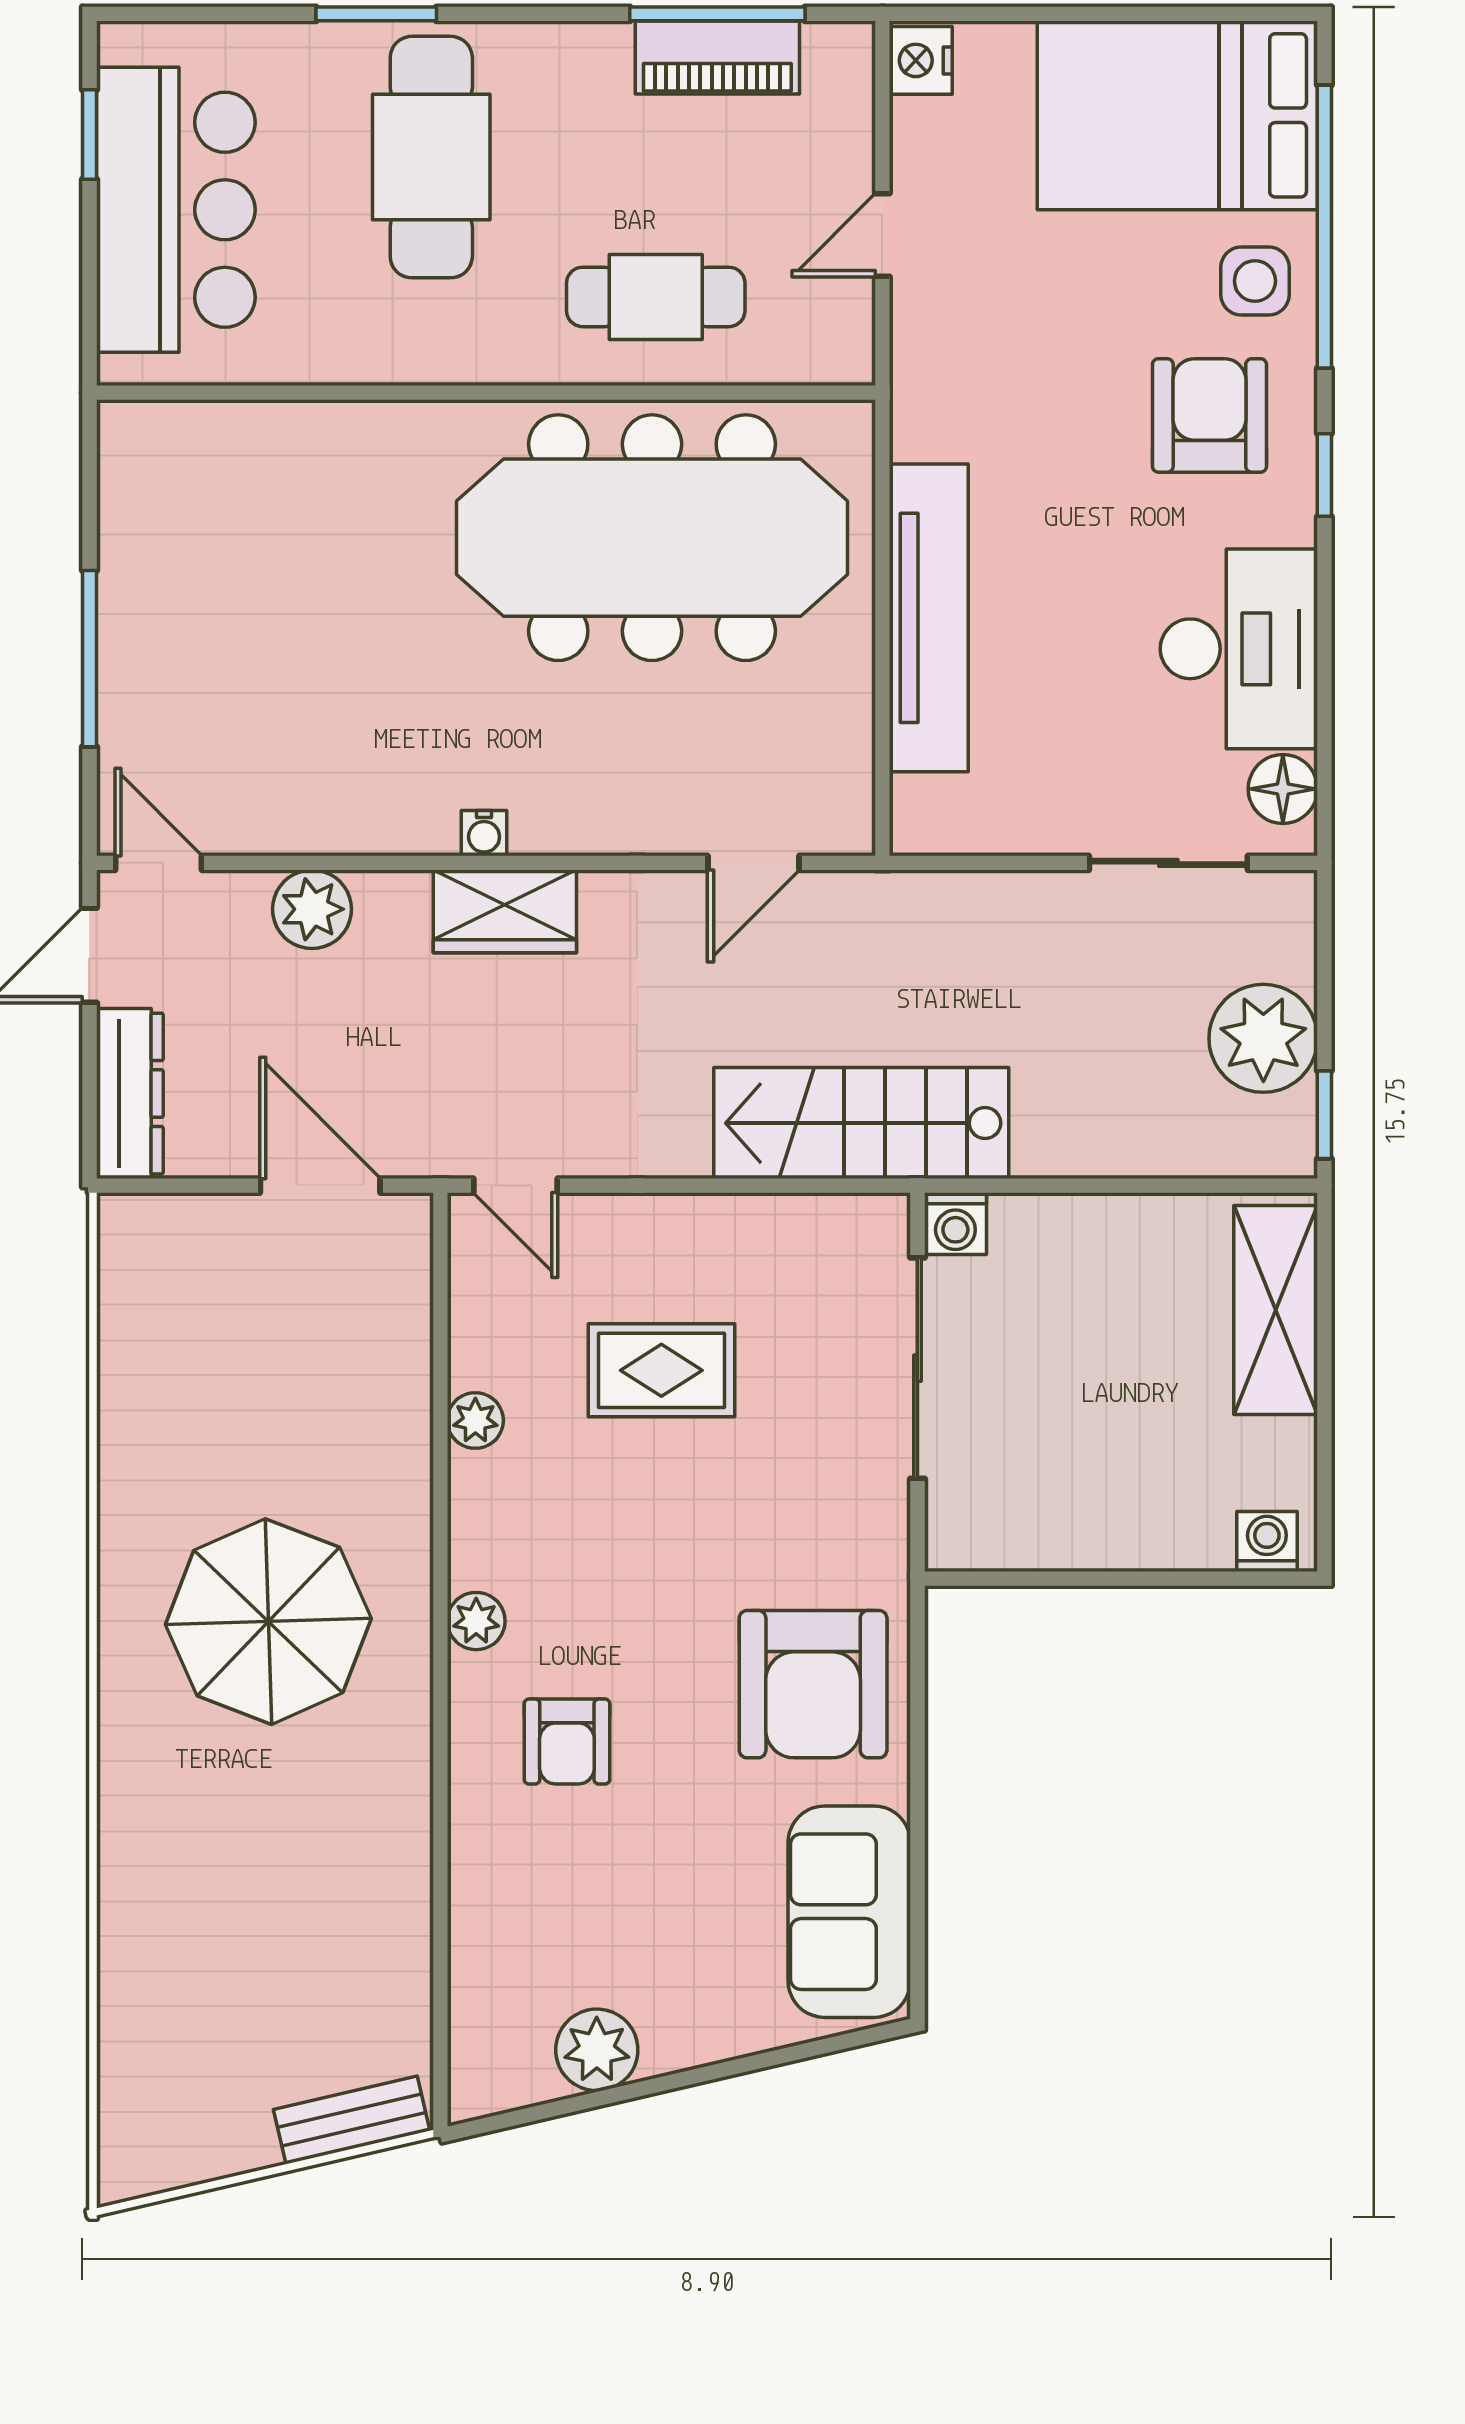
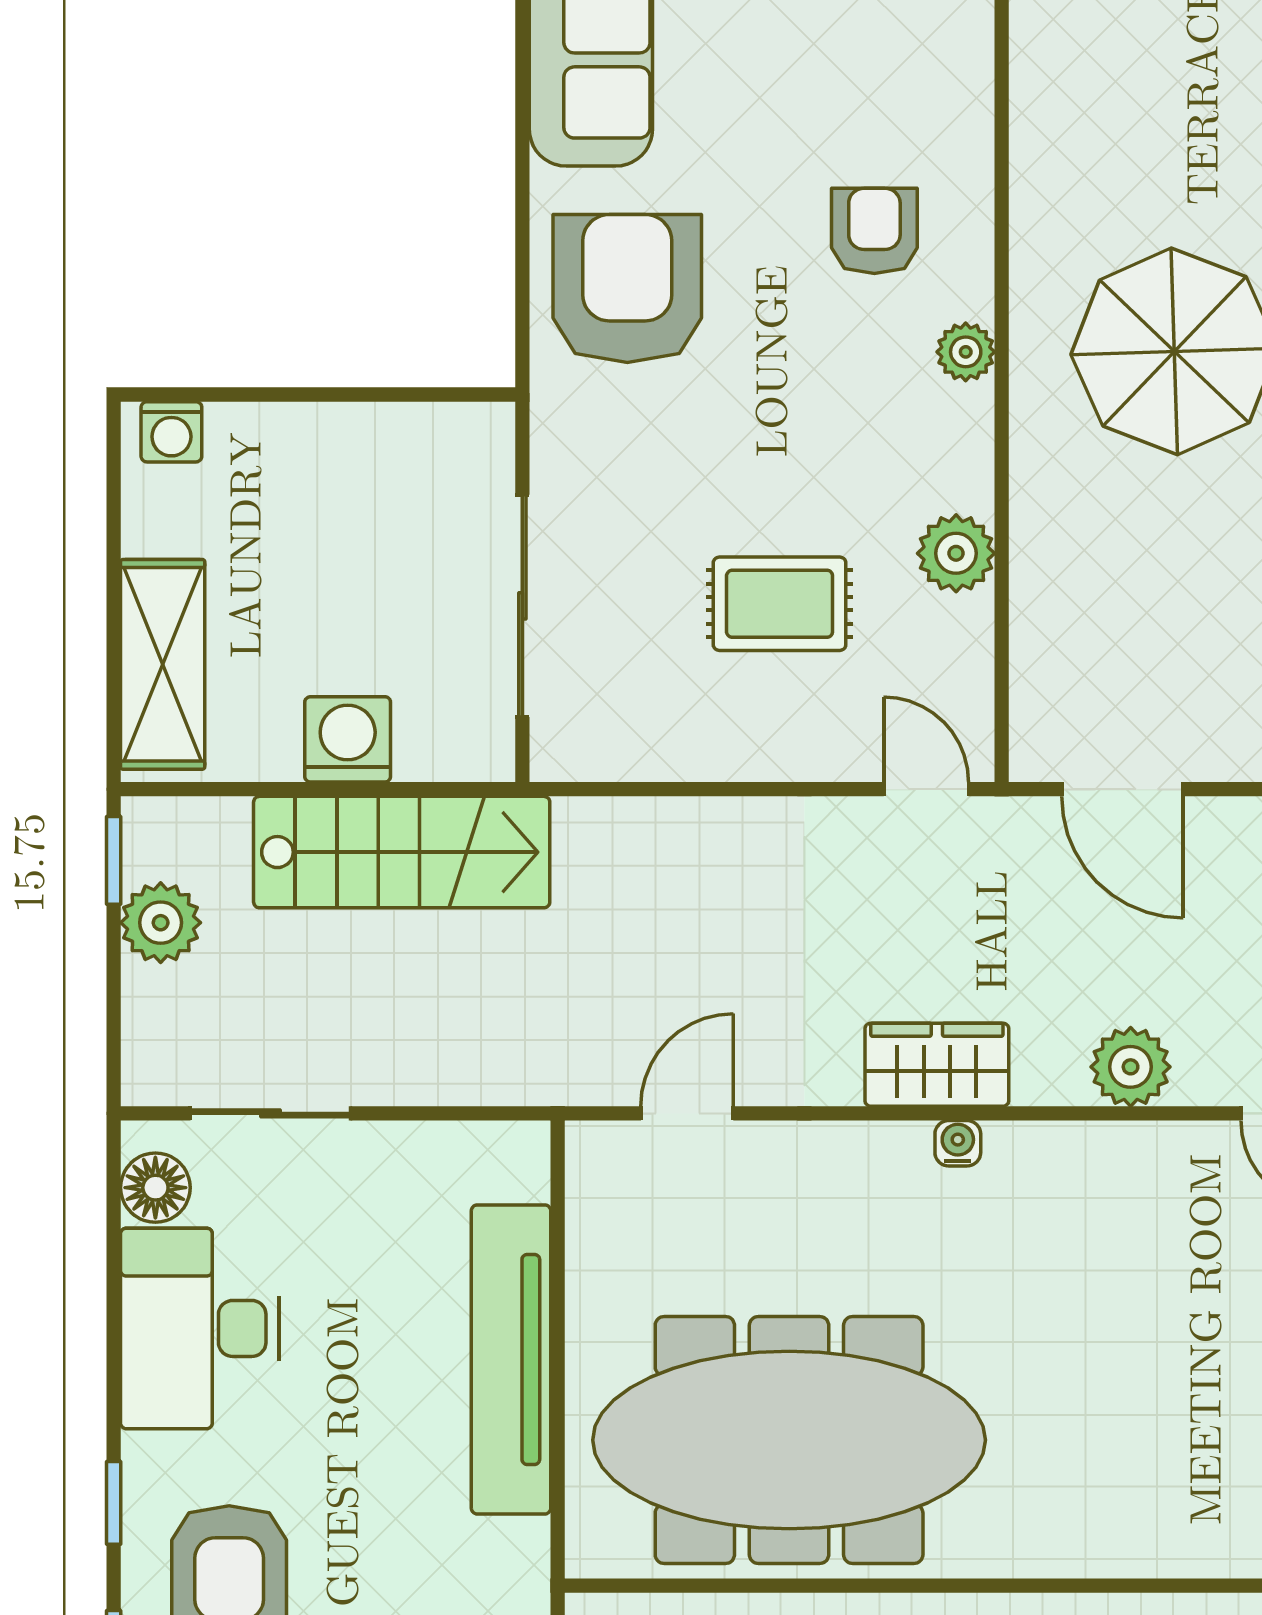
plant: (1263, 1038) -> (161, 923), width x0.73, depth x0.73
stairs: (861, 1123) -> (402, 852), moved
washing machine: (955, 1224) -> (348, 739), moved, width x1.38, depth x1.38
plant: (475, 1420) -> (956, 553), width x1.38, depth x1.38

